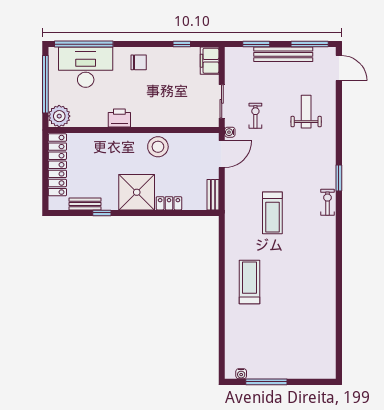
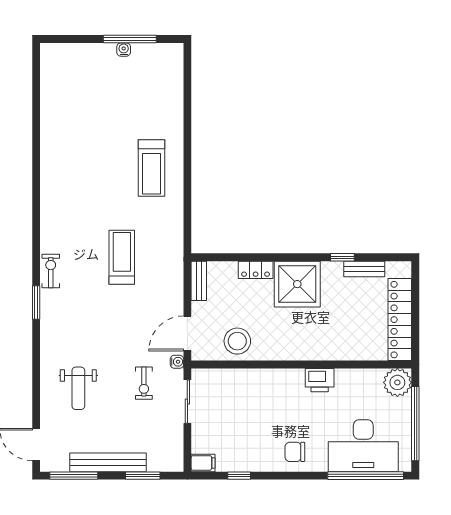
filing cabinet: (210, 61) -> (203, 463), width x0.50
stool: (158, 147) -> (237, 341), moved
exercise bike: (327, 202) -> (51, 271), turned 180
water cooler: (241, 374) -> (124, 50), moved

